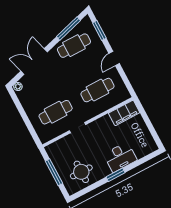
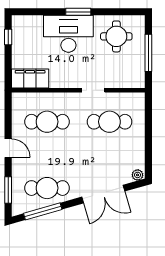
door: (114, 58) -> (8, 148), hinge flipped
window: (154, 133) -> (8, 37), added
desk: (120, 157) -> (68, 34), width x1.36, depth x1.30

